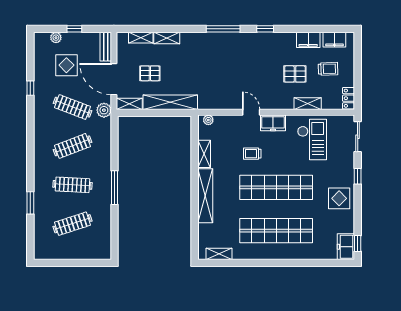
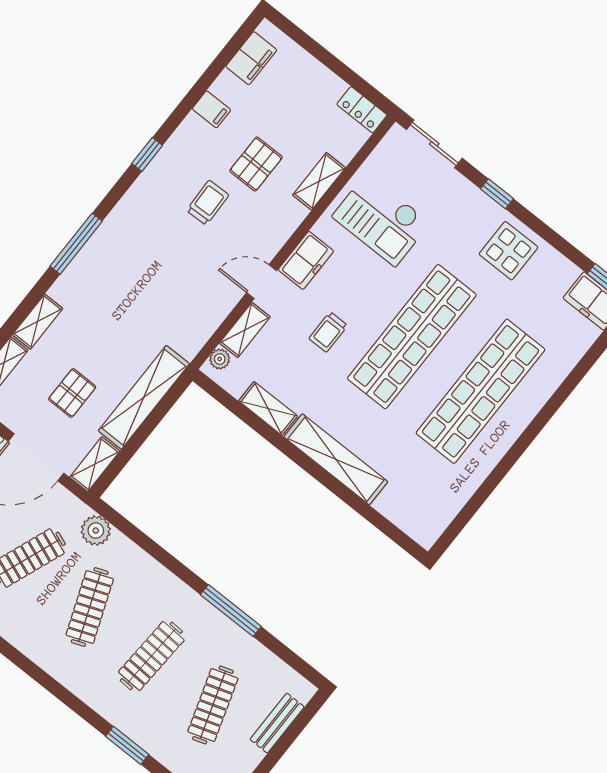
window: (223, 29) -> (76, 244), moved
filing cabinet: (308, 40) -> (211, 109), width x0.50
trolley: (328, 69) -> (208, 203), moved
plant: (104, 110) -> (96, 531), moved
checkout: (312, 139) -> (381, 220), turned 180
window: (115, 188) -> (231, 611), moved
bench: (85, 254) -> (277, 723), added
shelving: (219, 254) -> (245, 330), moved

